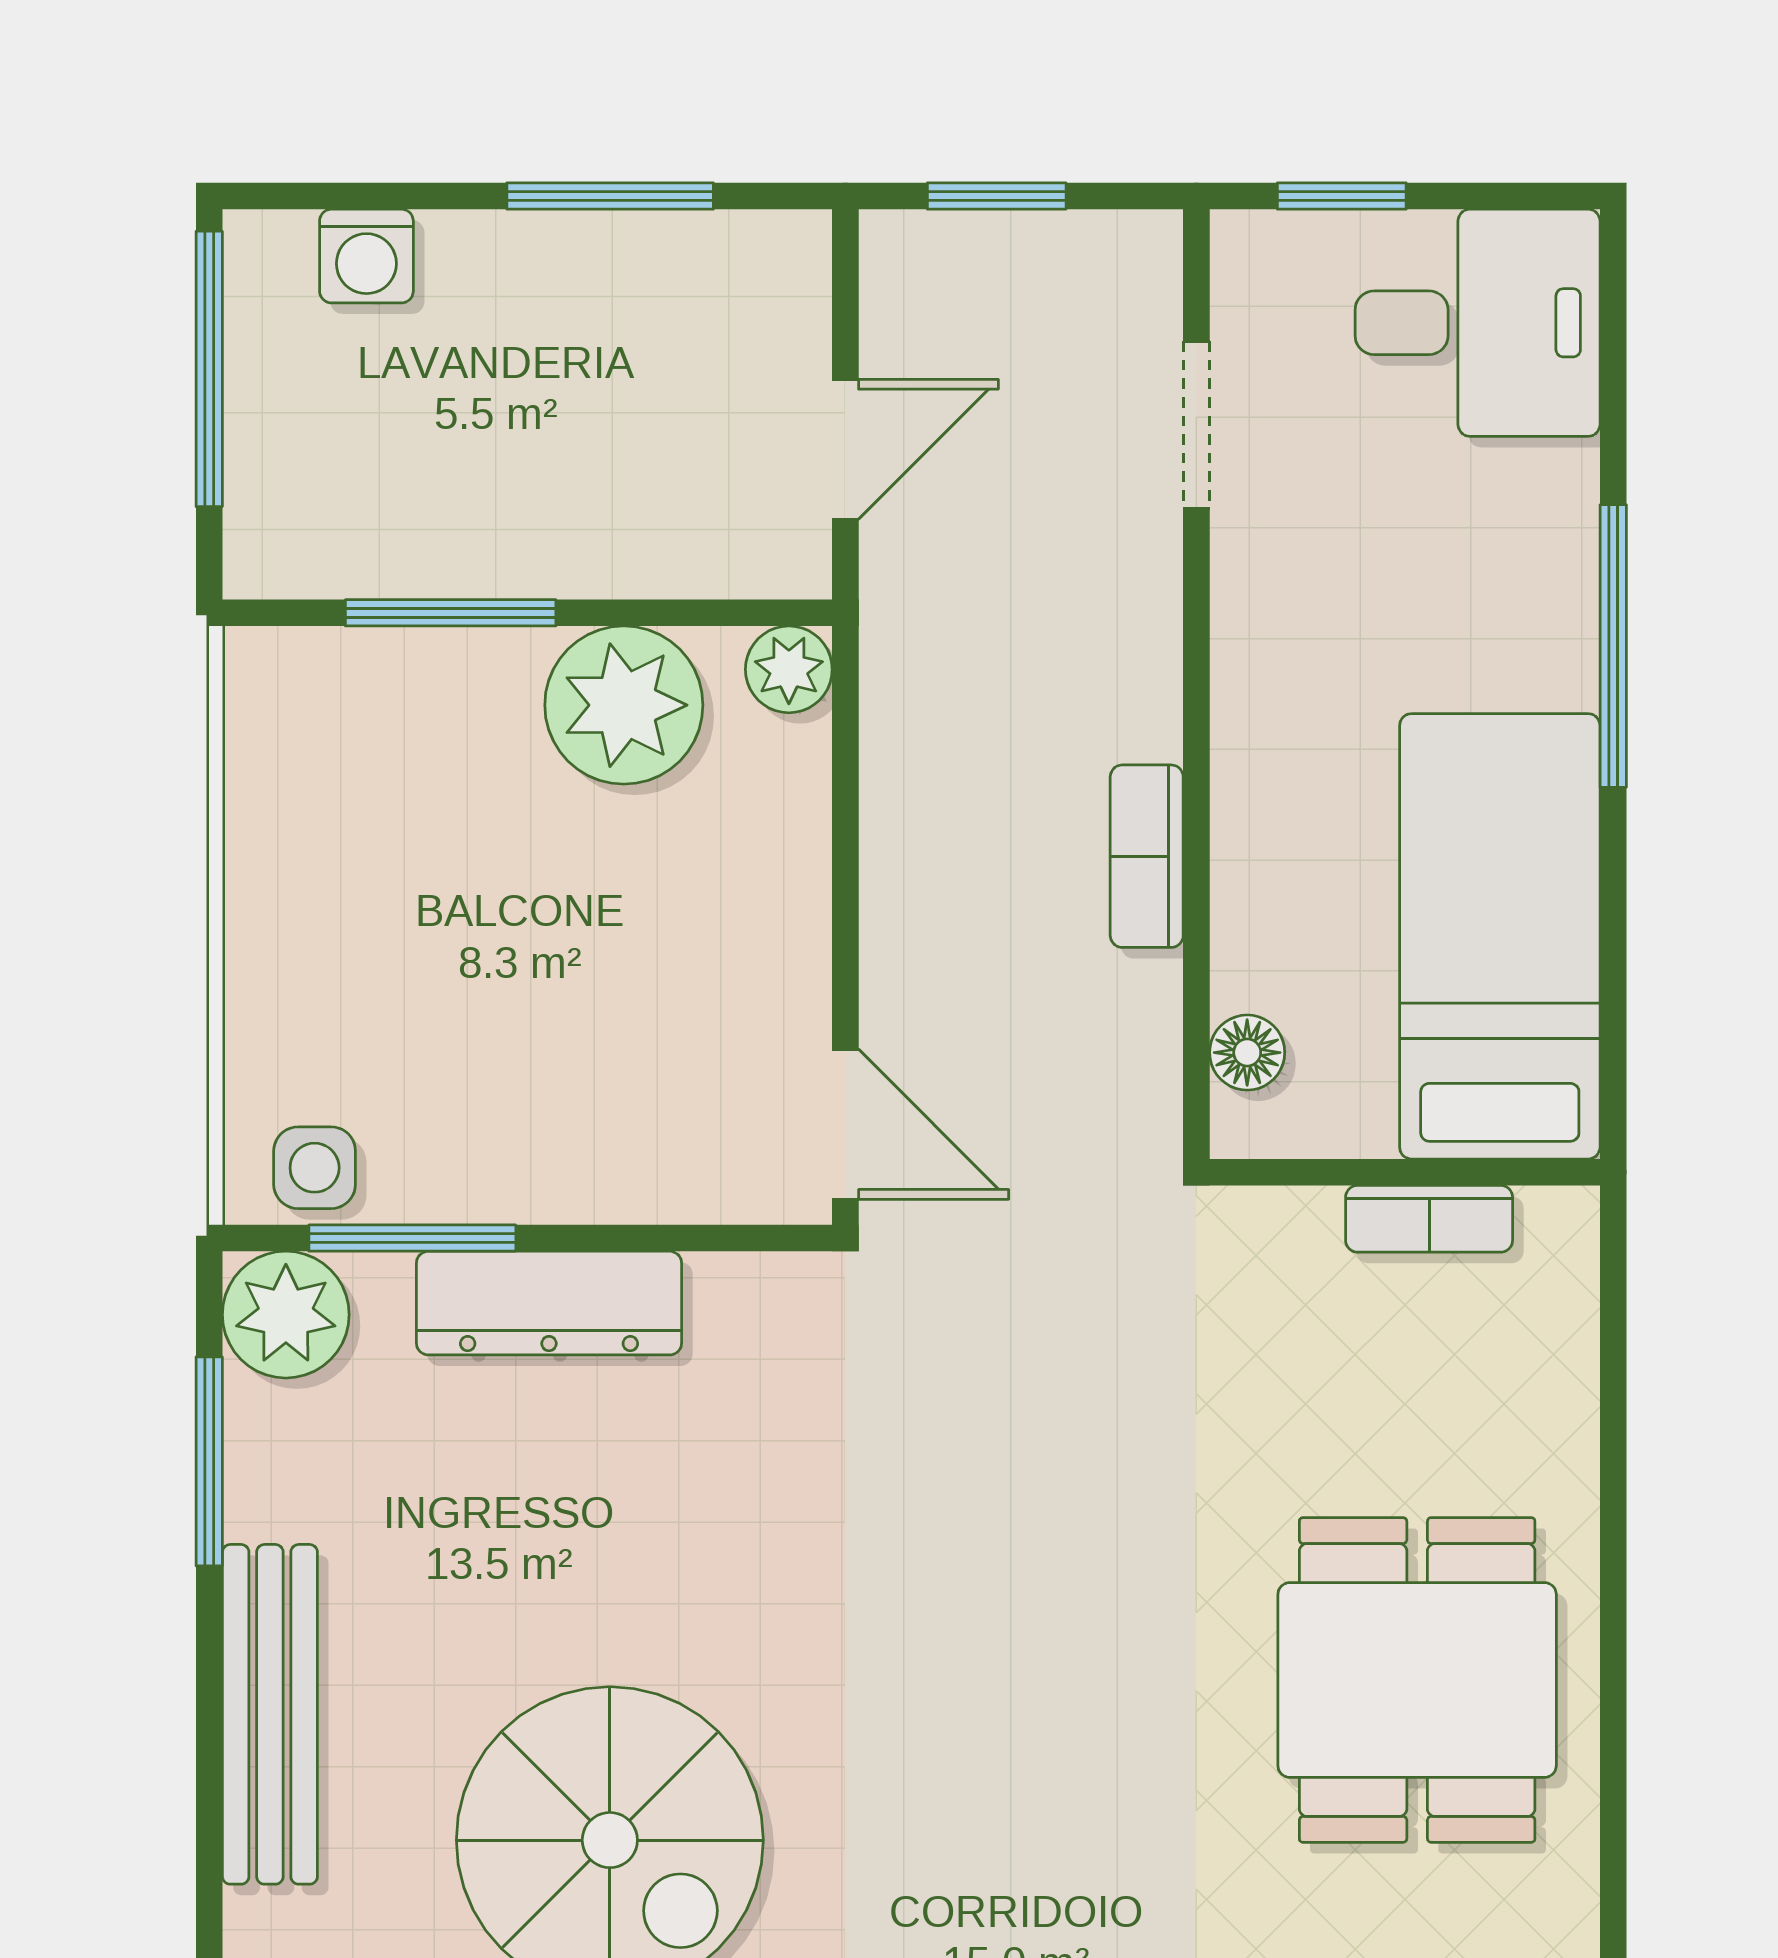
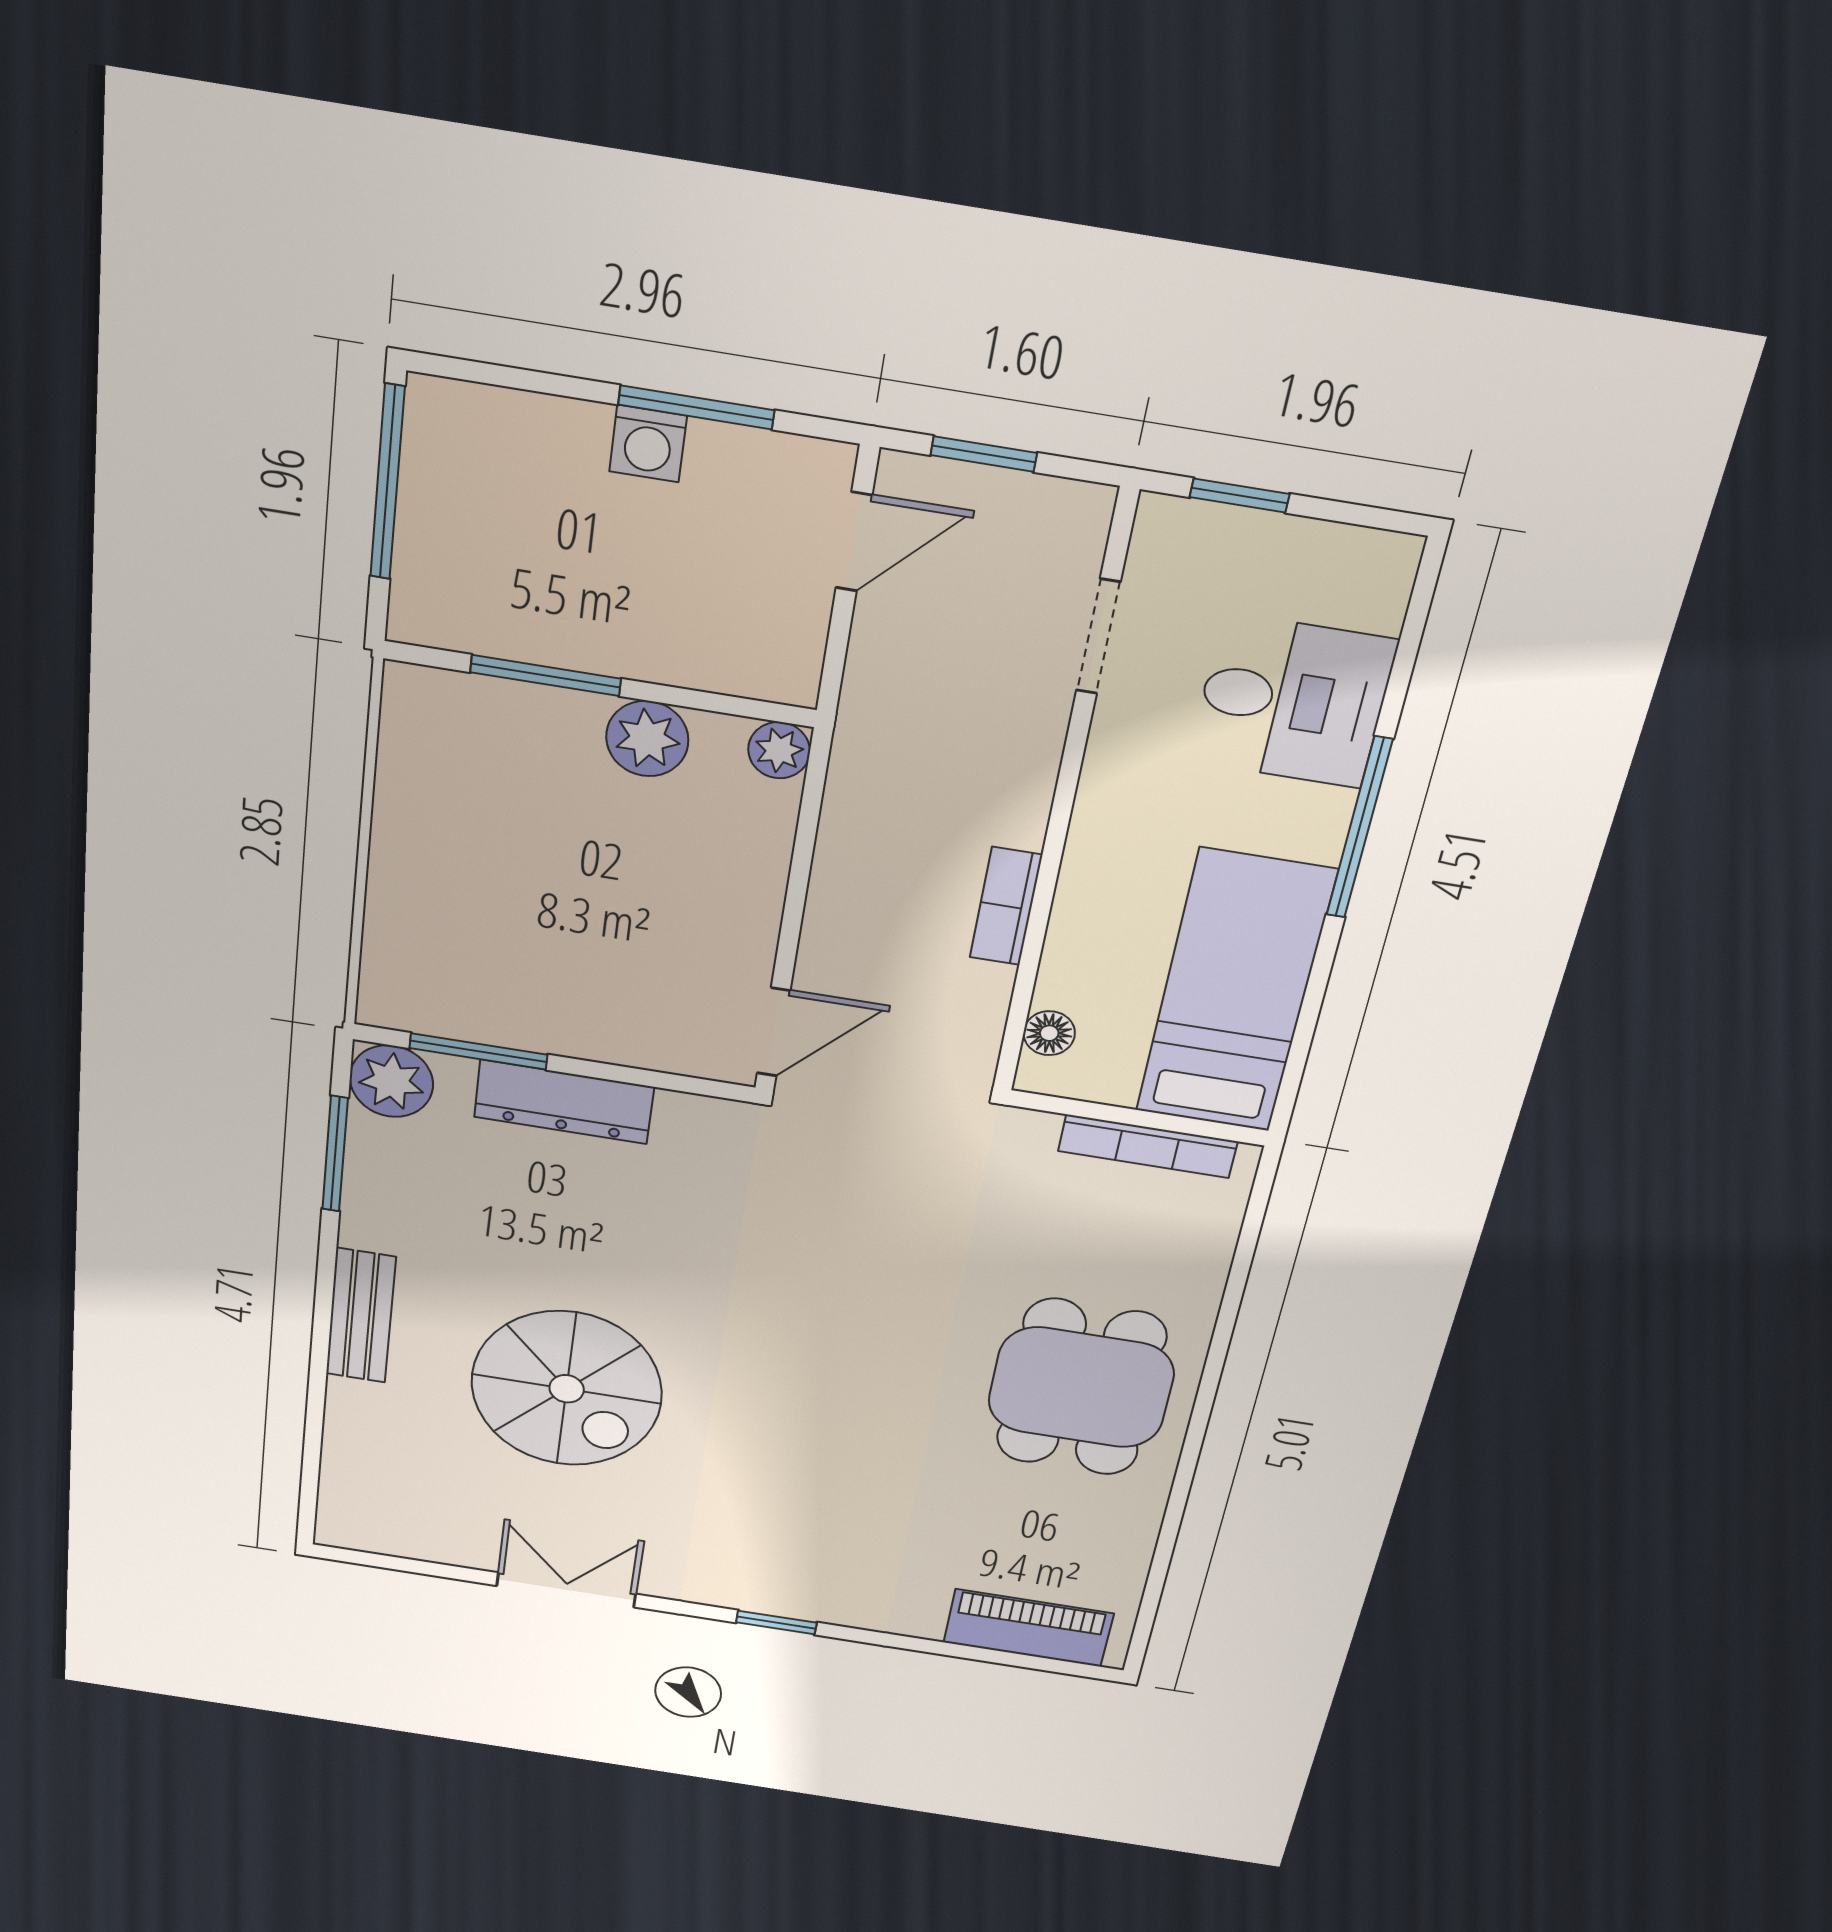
washing machine: (366, 256) -> (648, 444), moved
desk: (1478, 323) -> (1293, 701), moved
door: (845, 449) -> (854, 542), moved
plant: (624, 705) -> (647, 739), width x0.73, depth x0.73
door: (845, 1124) -> (774, 1032), hinge flipped
side table: (315, 1168) -> (418, 1001), removed
bookcase: (1429, 1219) -> (1148, 1146), width x1.56
bench: (270, 1714) -> (361, 1316), width x0.73

